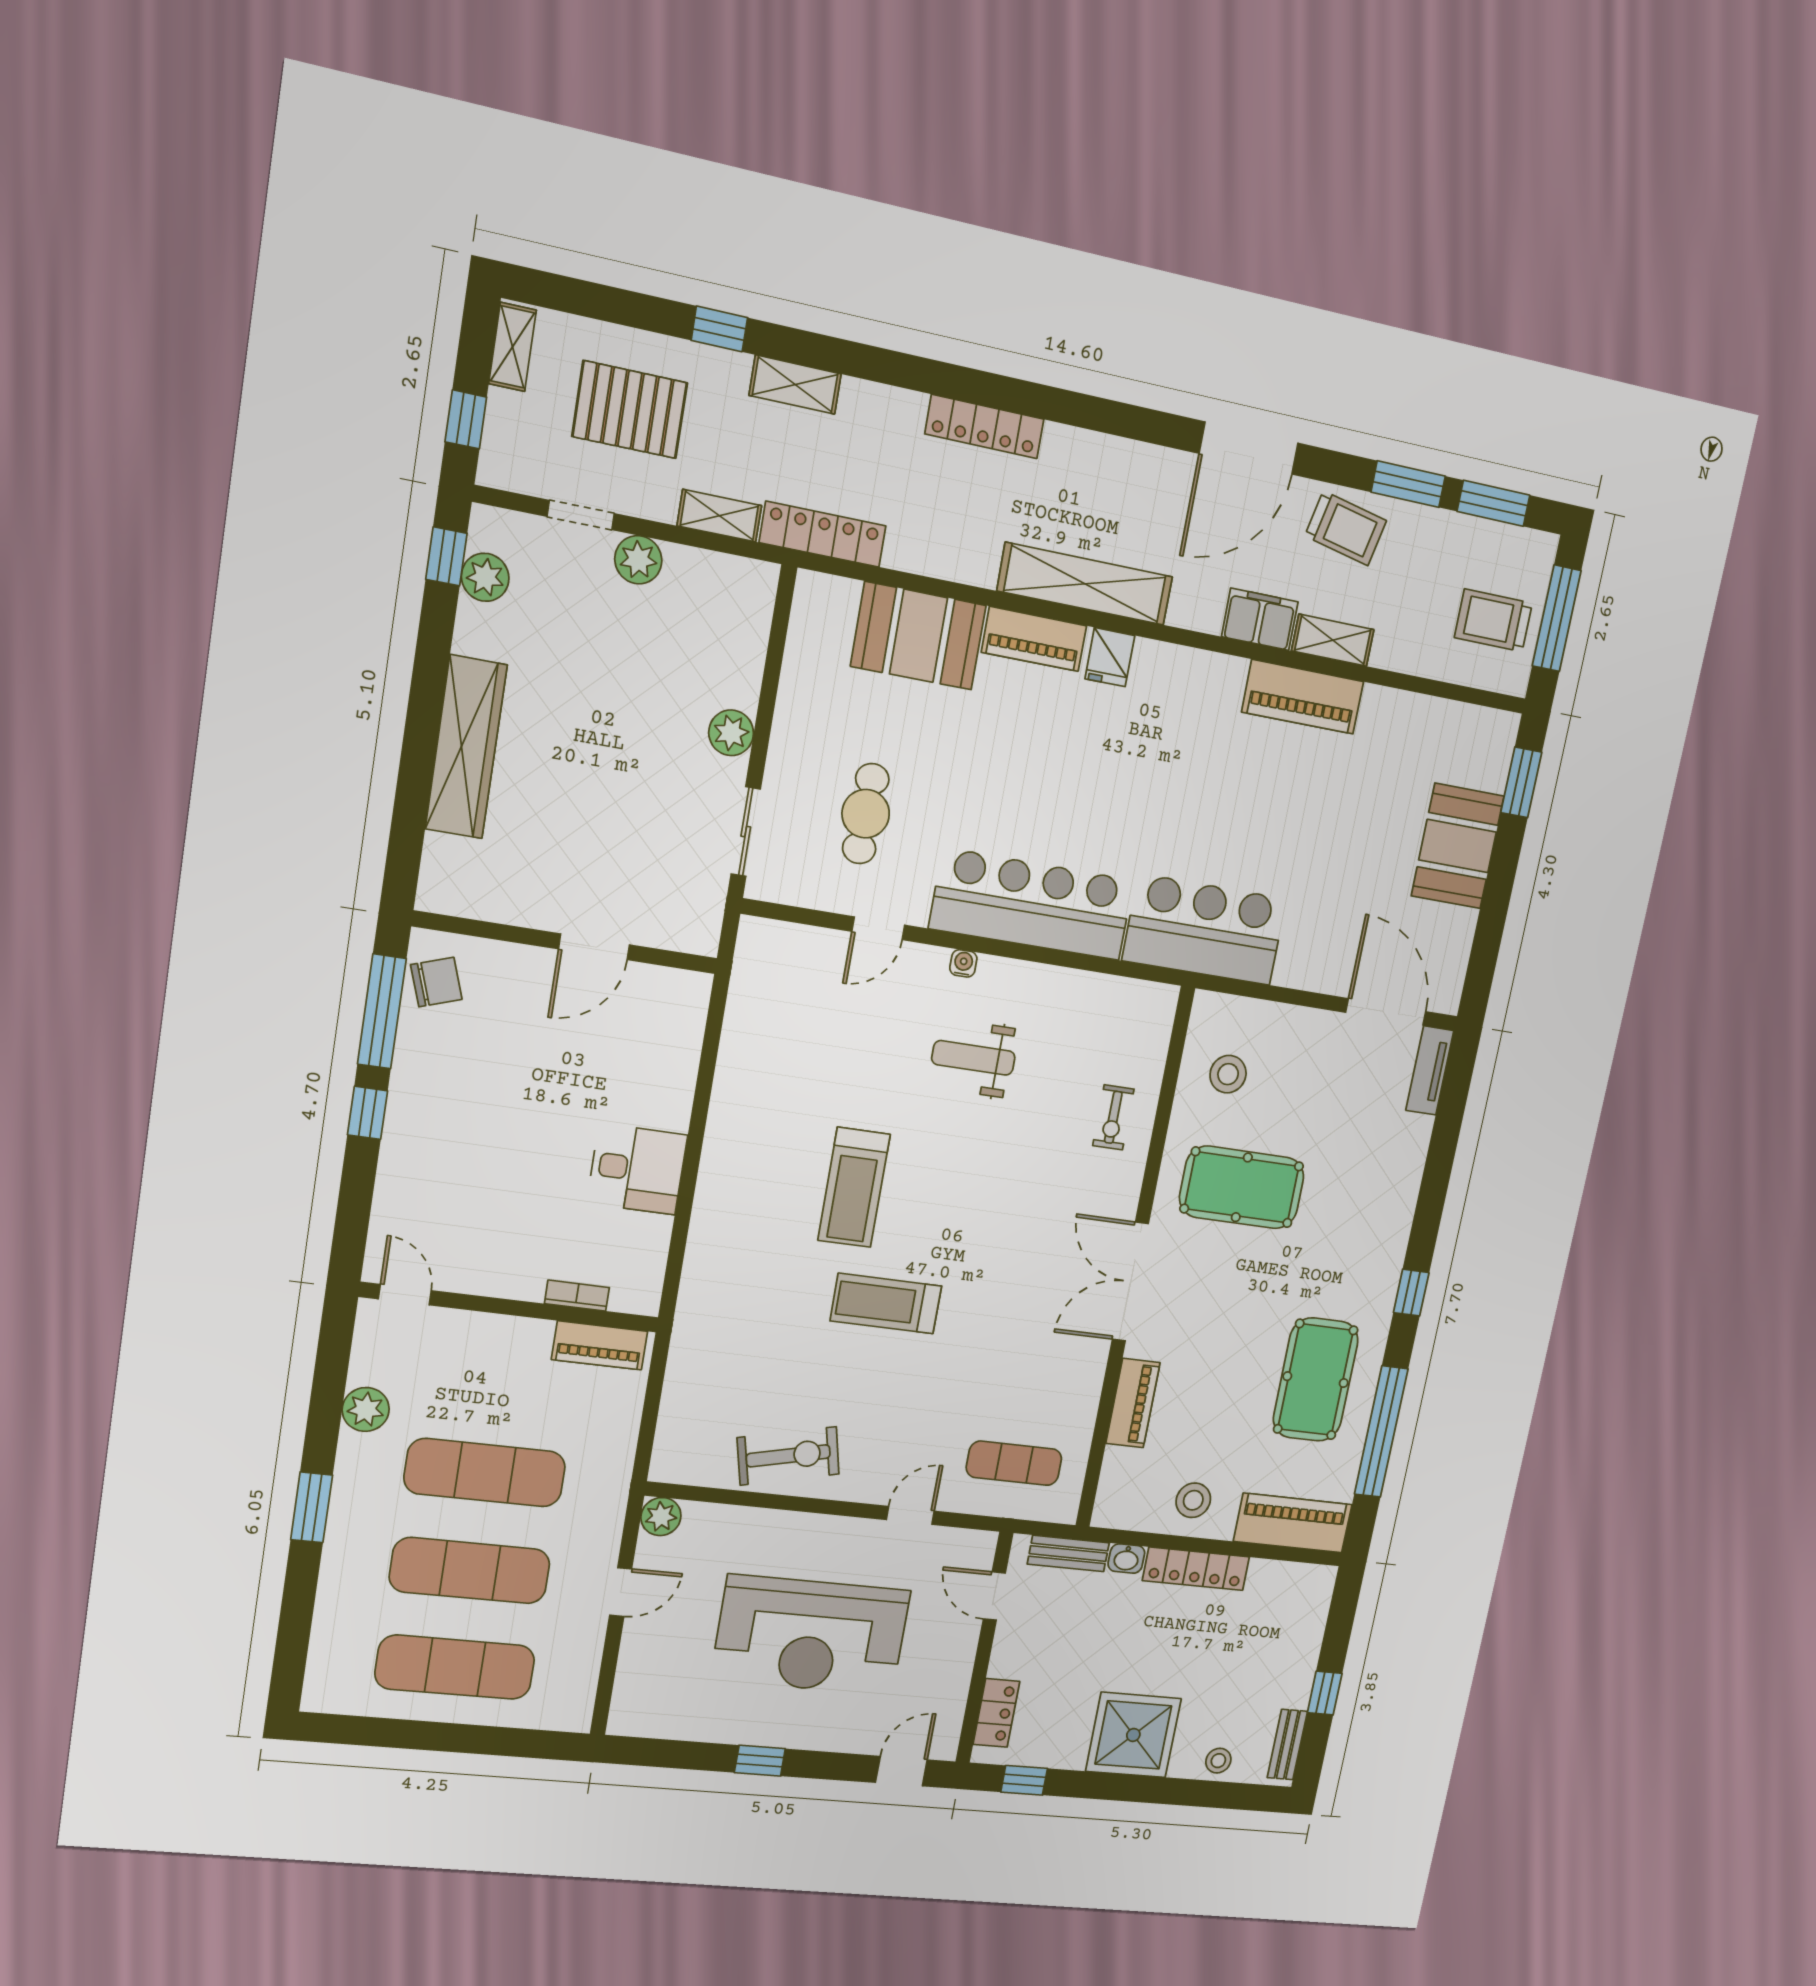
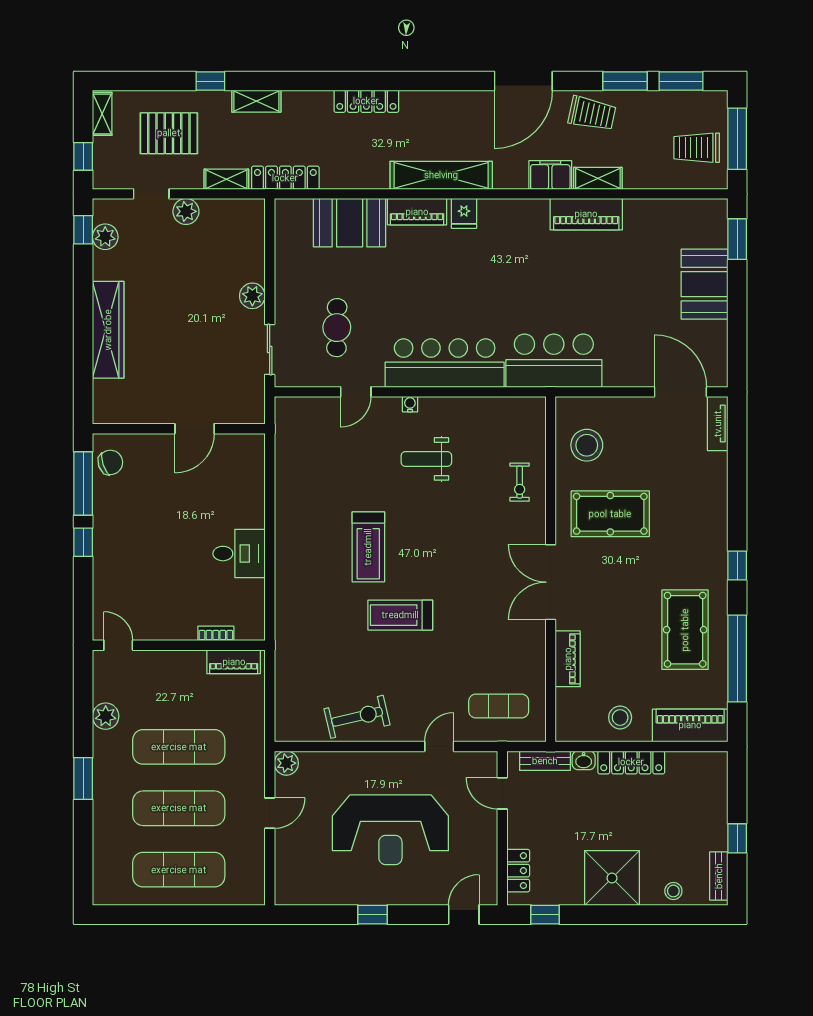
stool: (1228, 1074) -> (587, 445), width x1.38, depth x1.38

